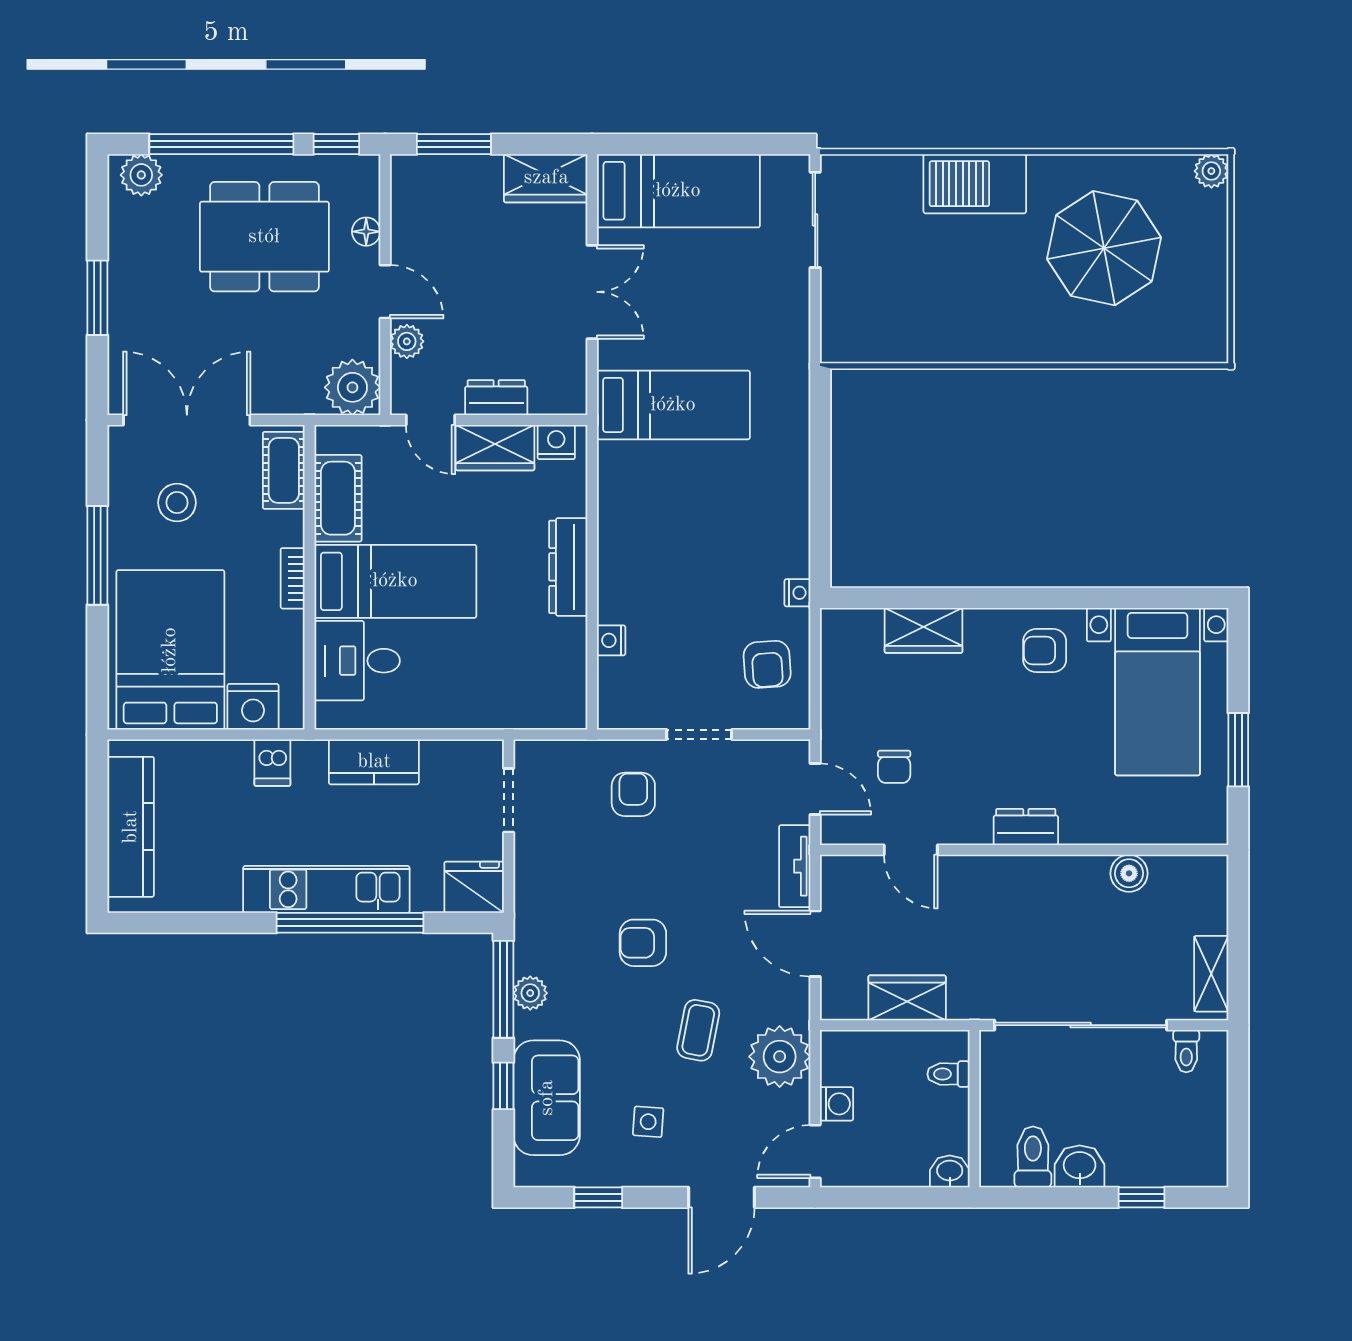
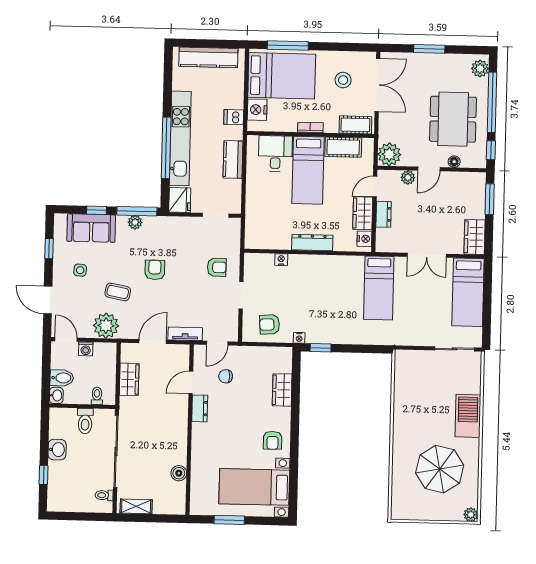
window: (820, 541) -> (321, 348), added
window: (97, 555) -> (288, 45), moved
armchair: (1045, 650) -> (273, 440), turned 180
dresser: (1026, 827) -> (200, 408), moved
kitchen unit: (326, 889) -> (180, 138), width x1.36
toilet: (1033, 1157) -> (85, 421), moved, turned 90
bidet: (907, 1159) -> (62, 378), added

